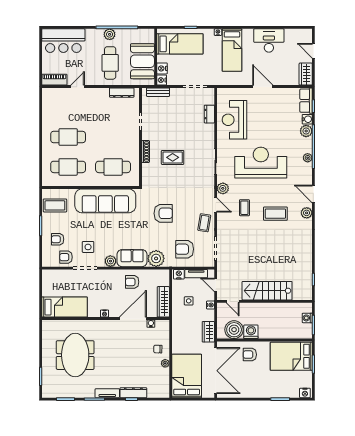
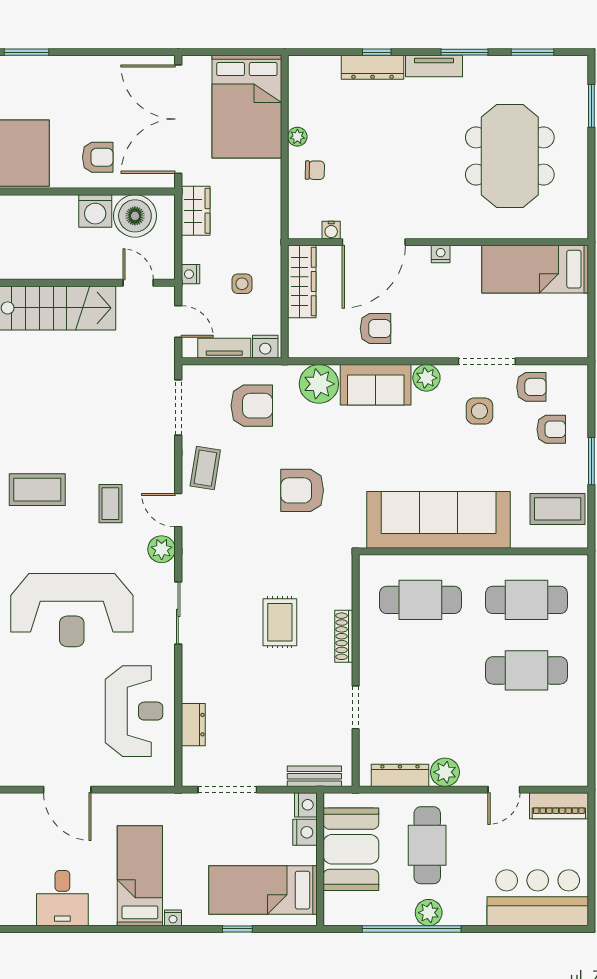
desk: (269, 40) -> (62, 898), width x0.73
plant: (103, 94) -> (445, 772), added
rug: (173, 157) -> (280, 622), turned 90

